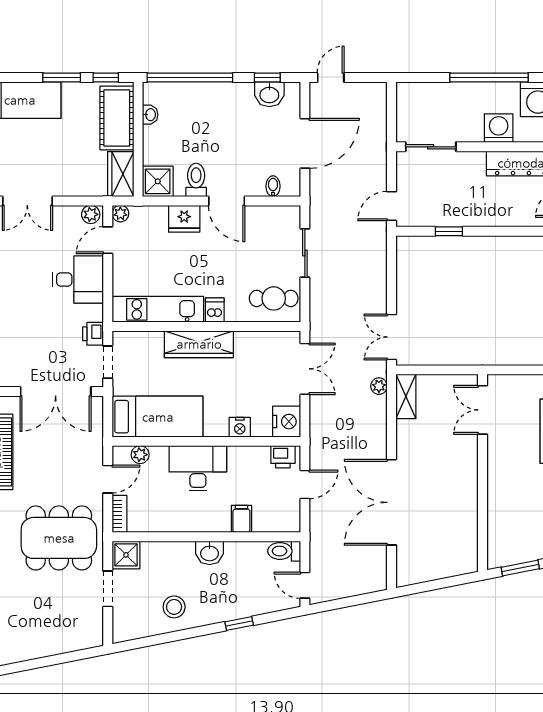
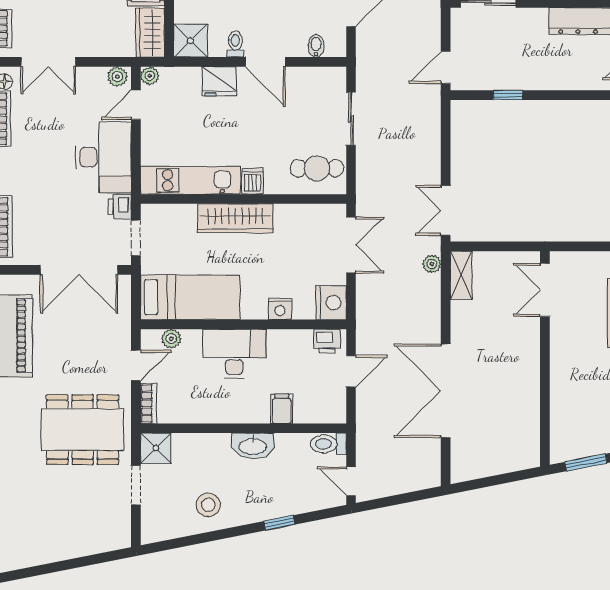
toilet: (196, 180) -> (235, 44), width x0.73, depth x0.72
desk: (78, 279) -> (103, 157), width x1.37
washbasin: (210, 553) -> (253, 446), width x1.38

